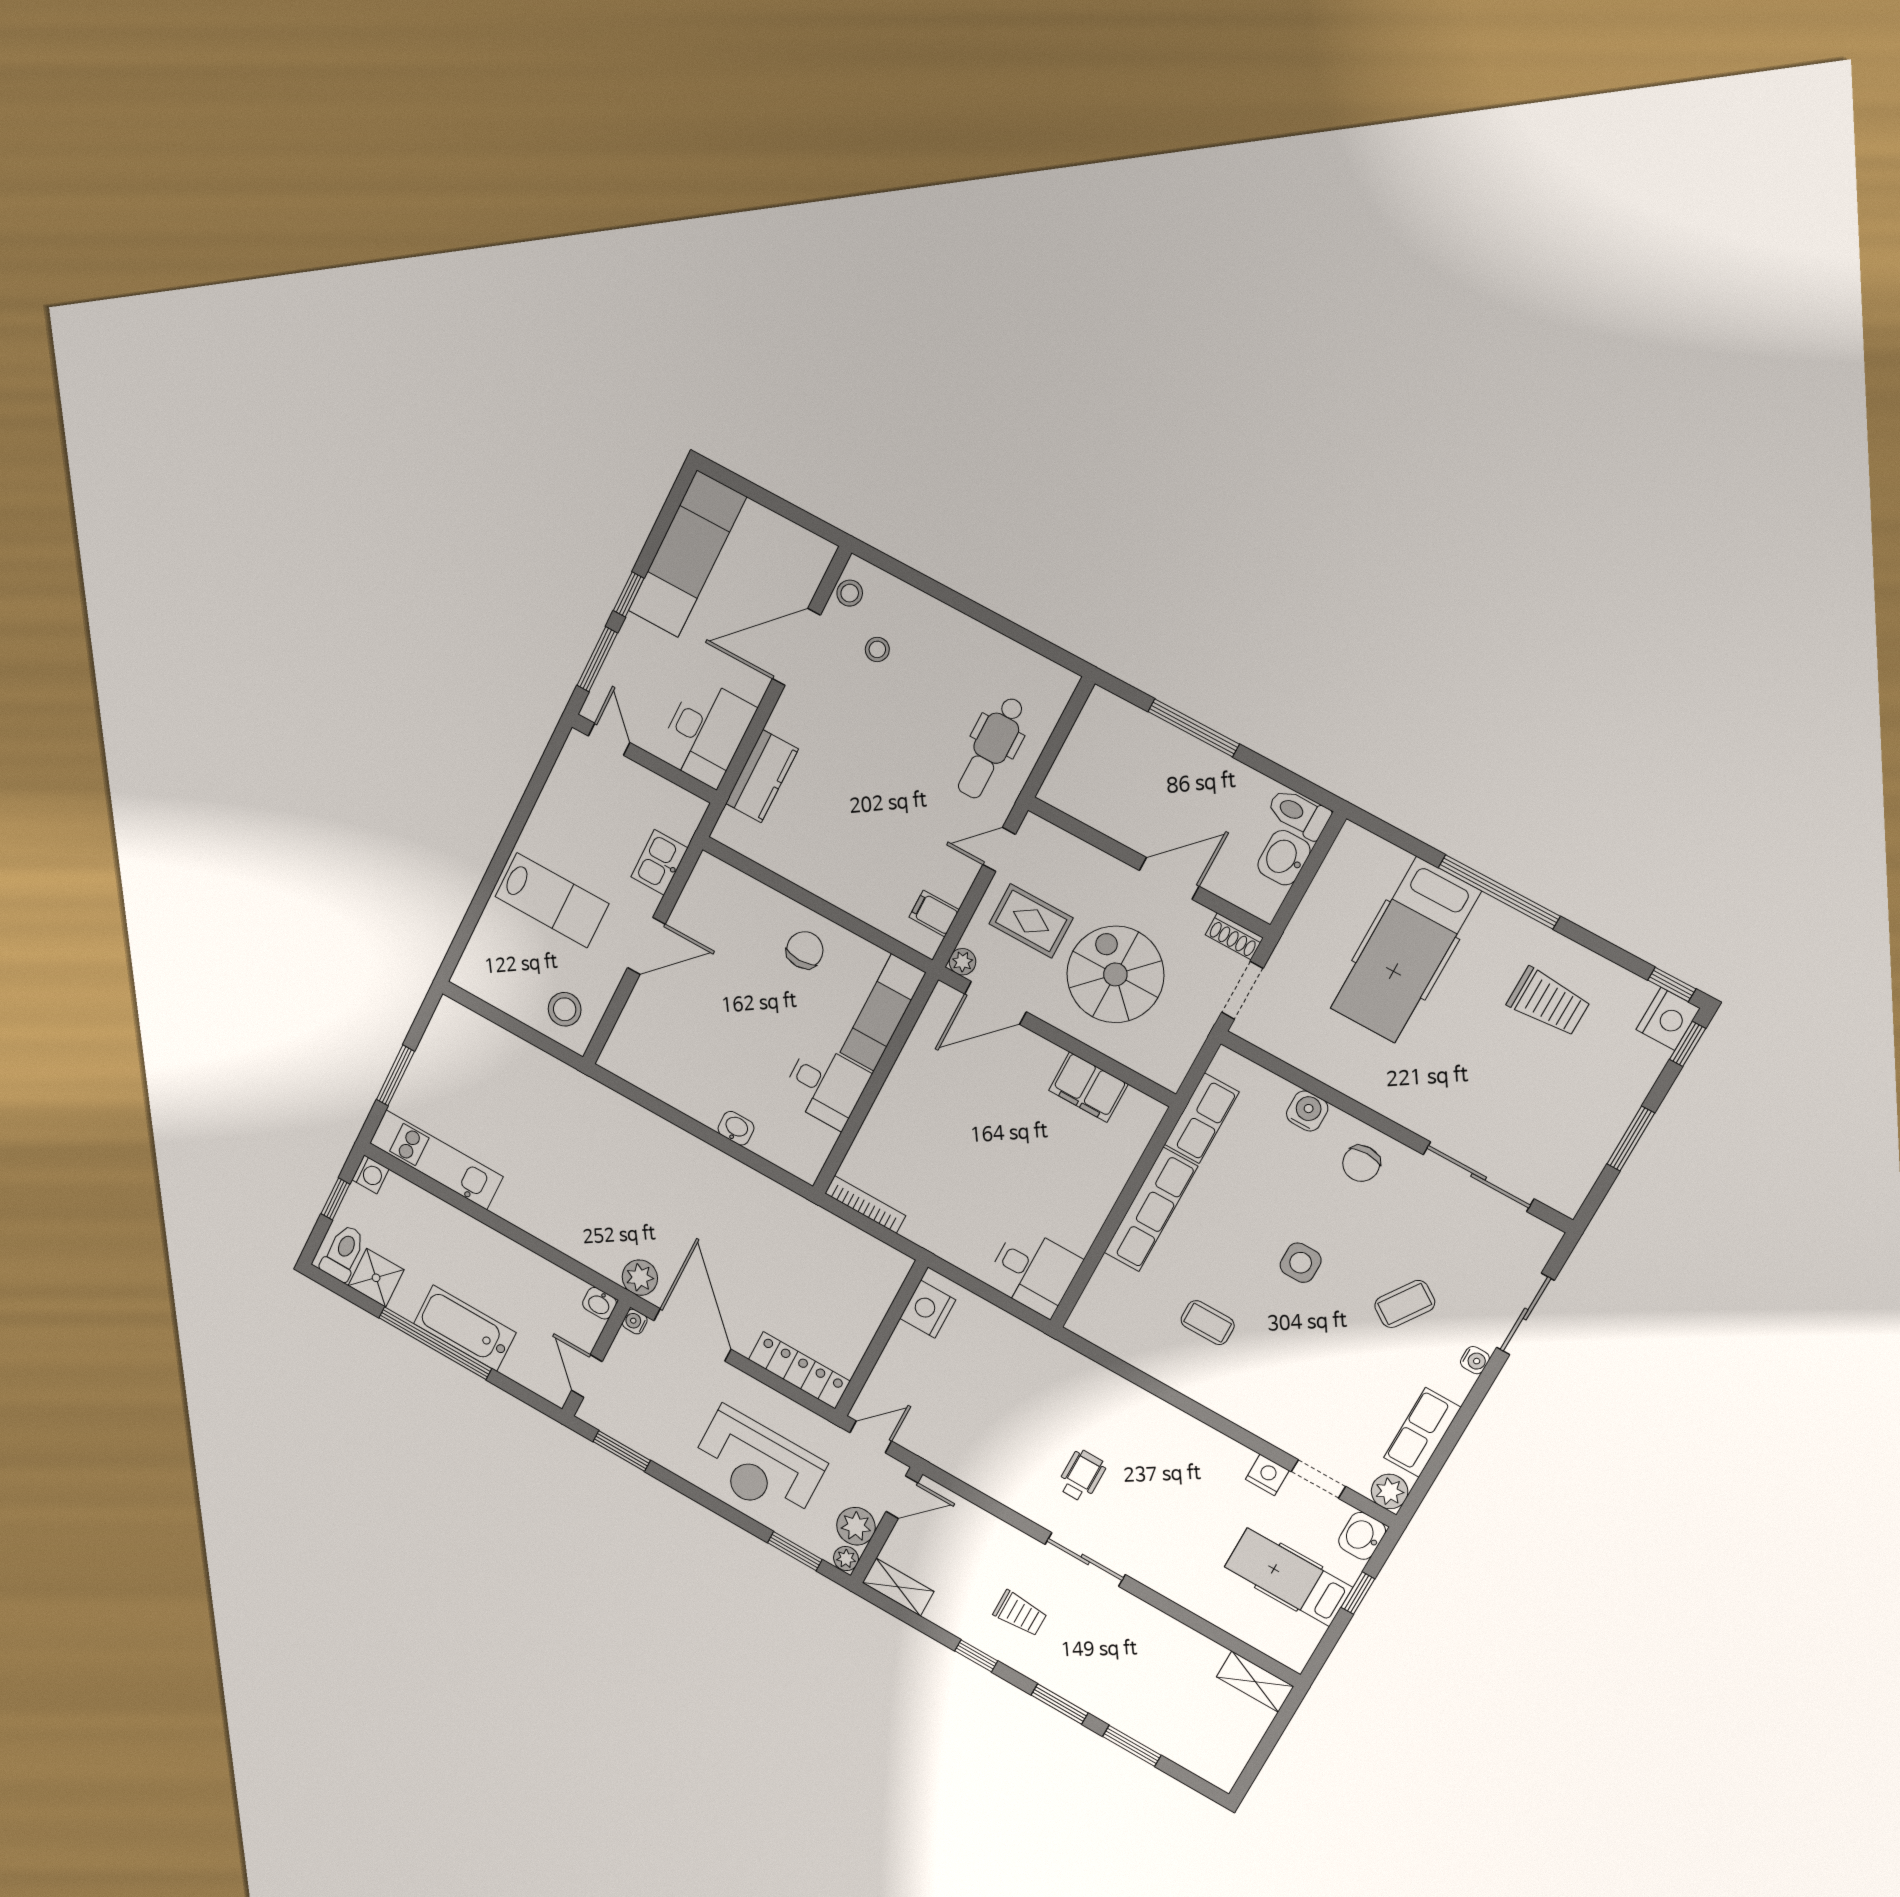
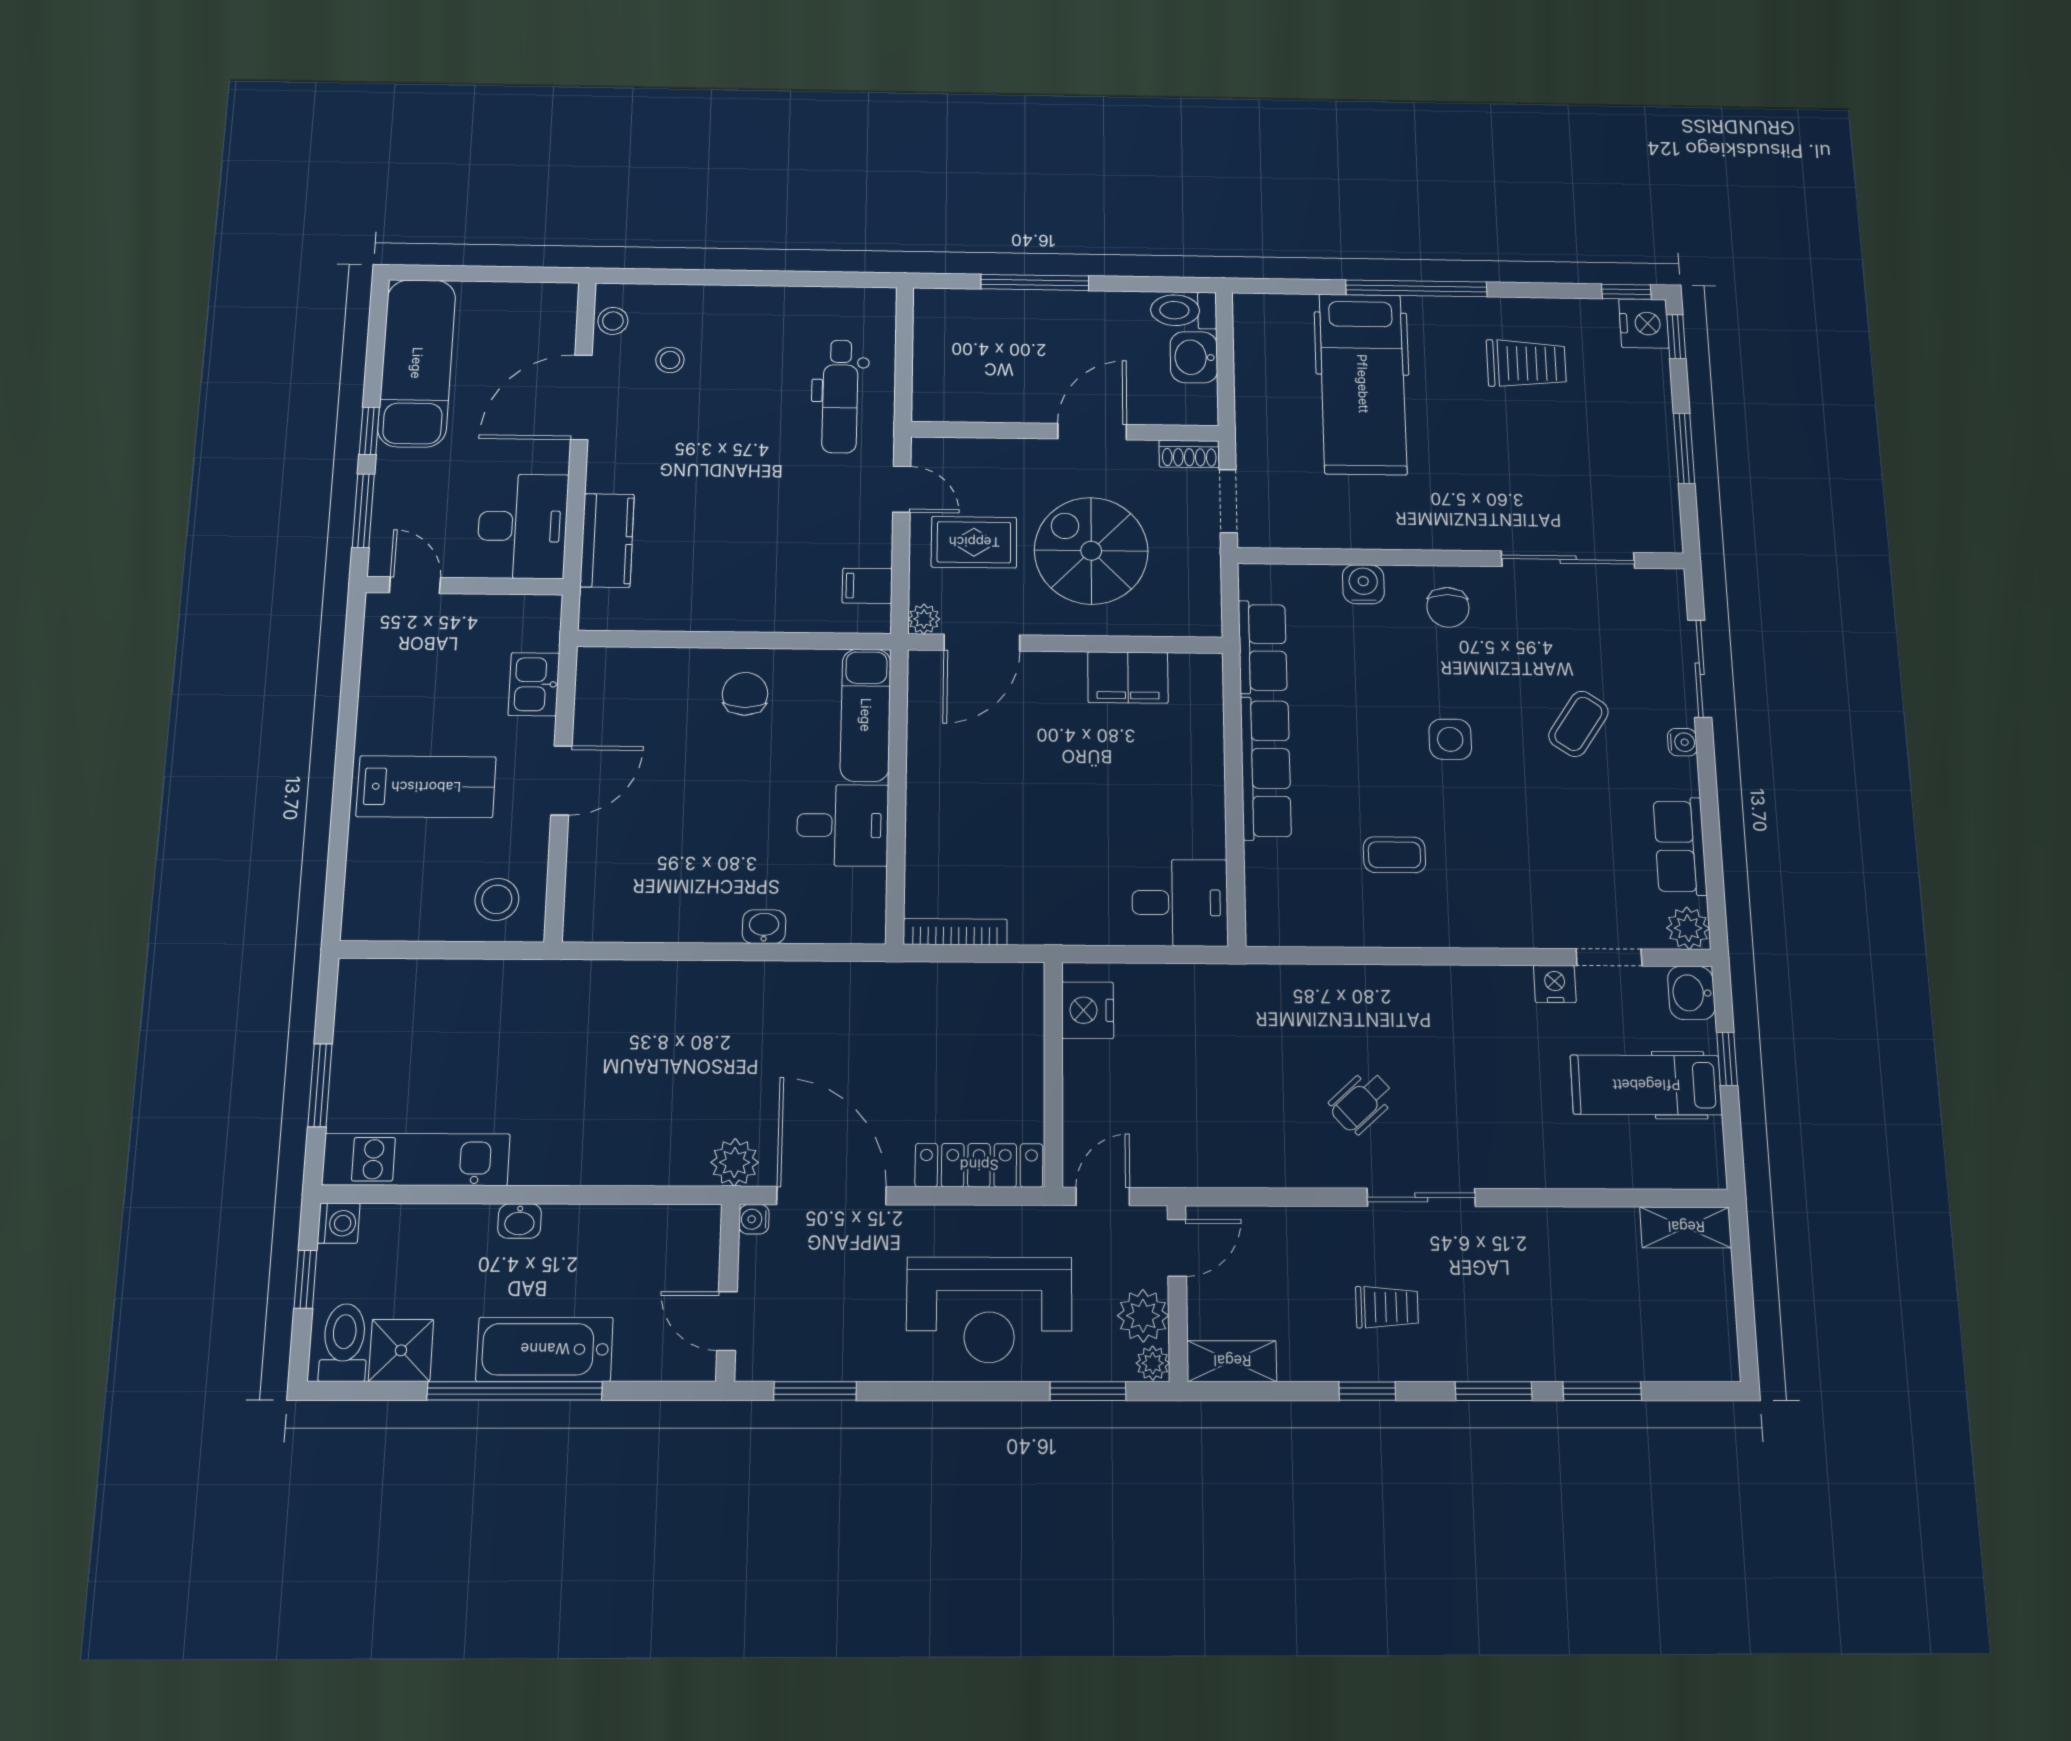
door: (999, 849) -> (902, 489), swing flipped
washbasin: (599, 1303) -> (520, 1221), moved
wheelchair: (1082, 1476) -> (1361, 1102), turned -132

